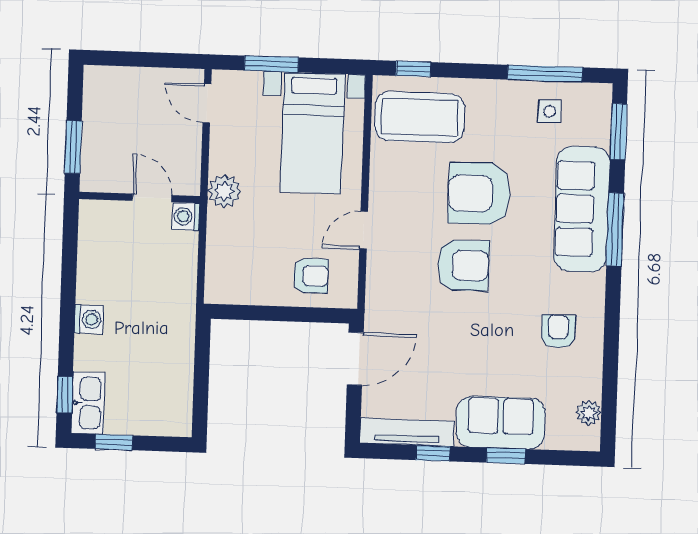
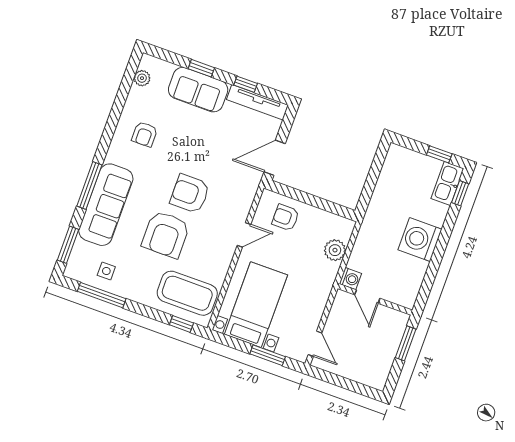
plant: (224, 191) -> (335, 250), moved
armchair: (479, 194) -> (166, 234), turned 90
washing machine: (89, 319) -> (420, 239), width x1.89, depth x1.89

